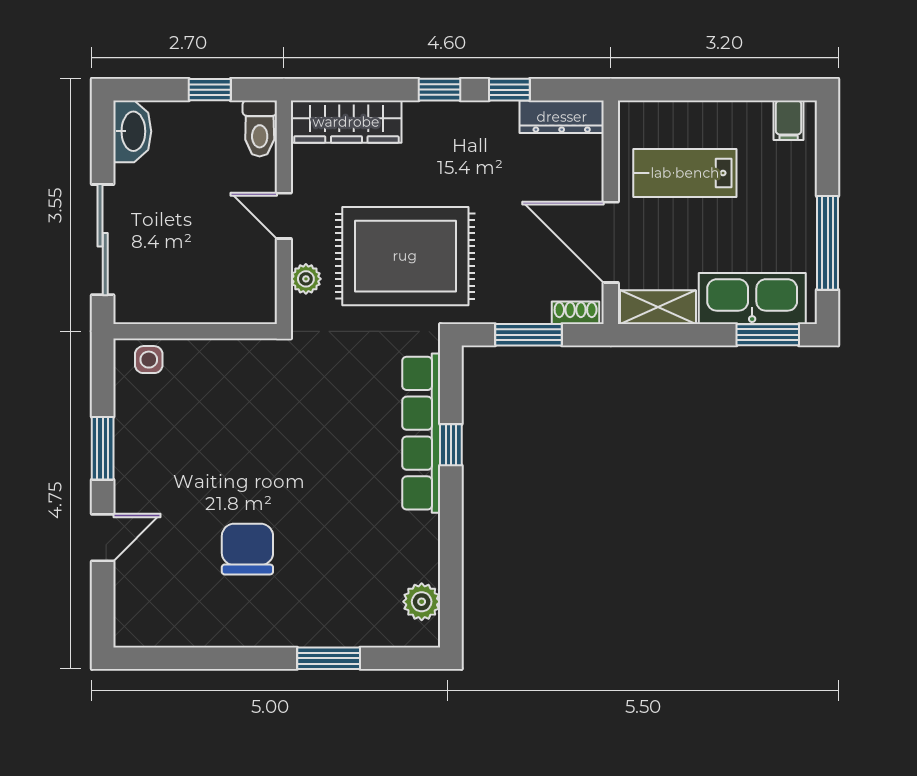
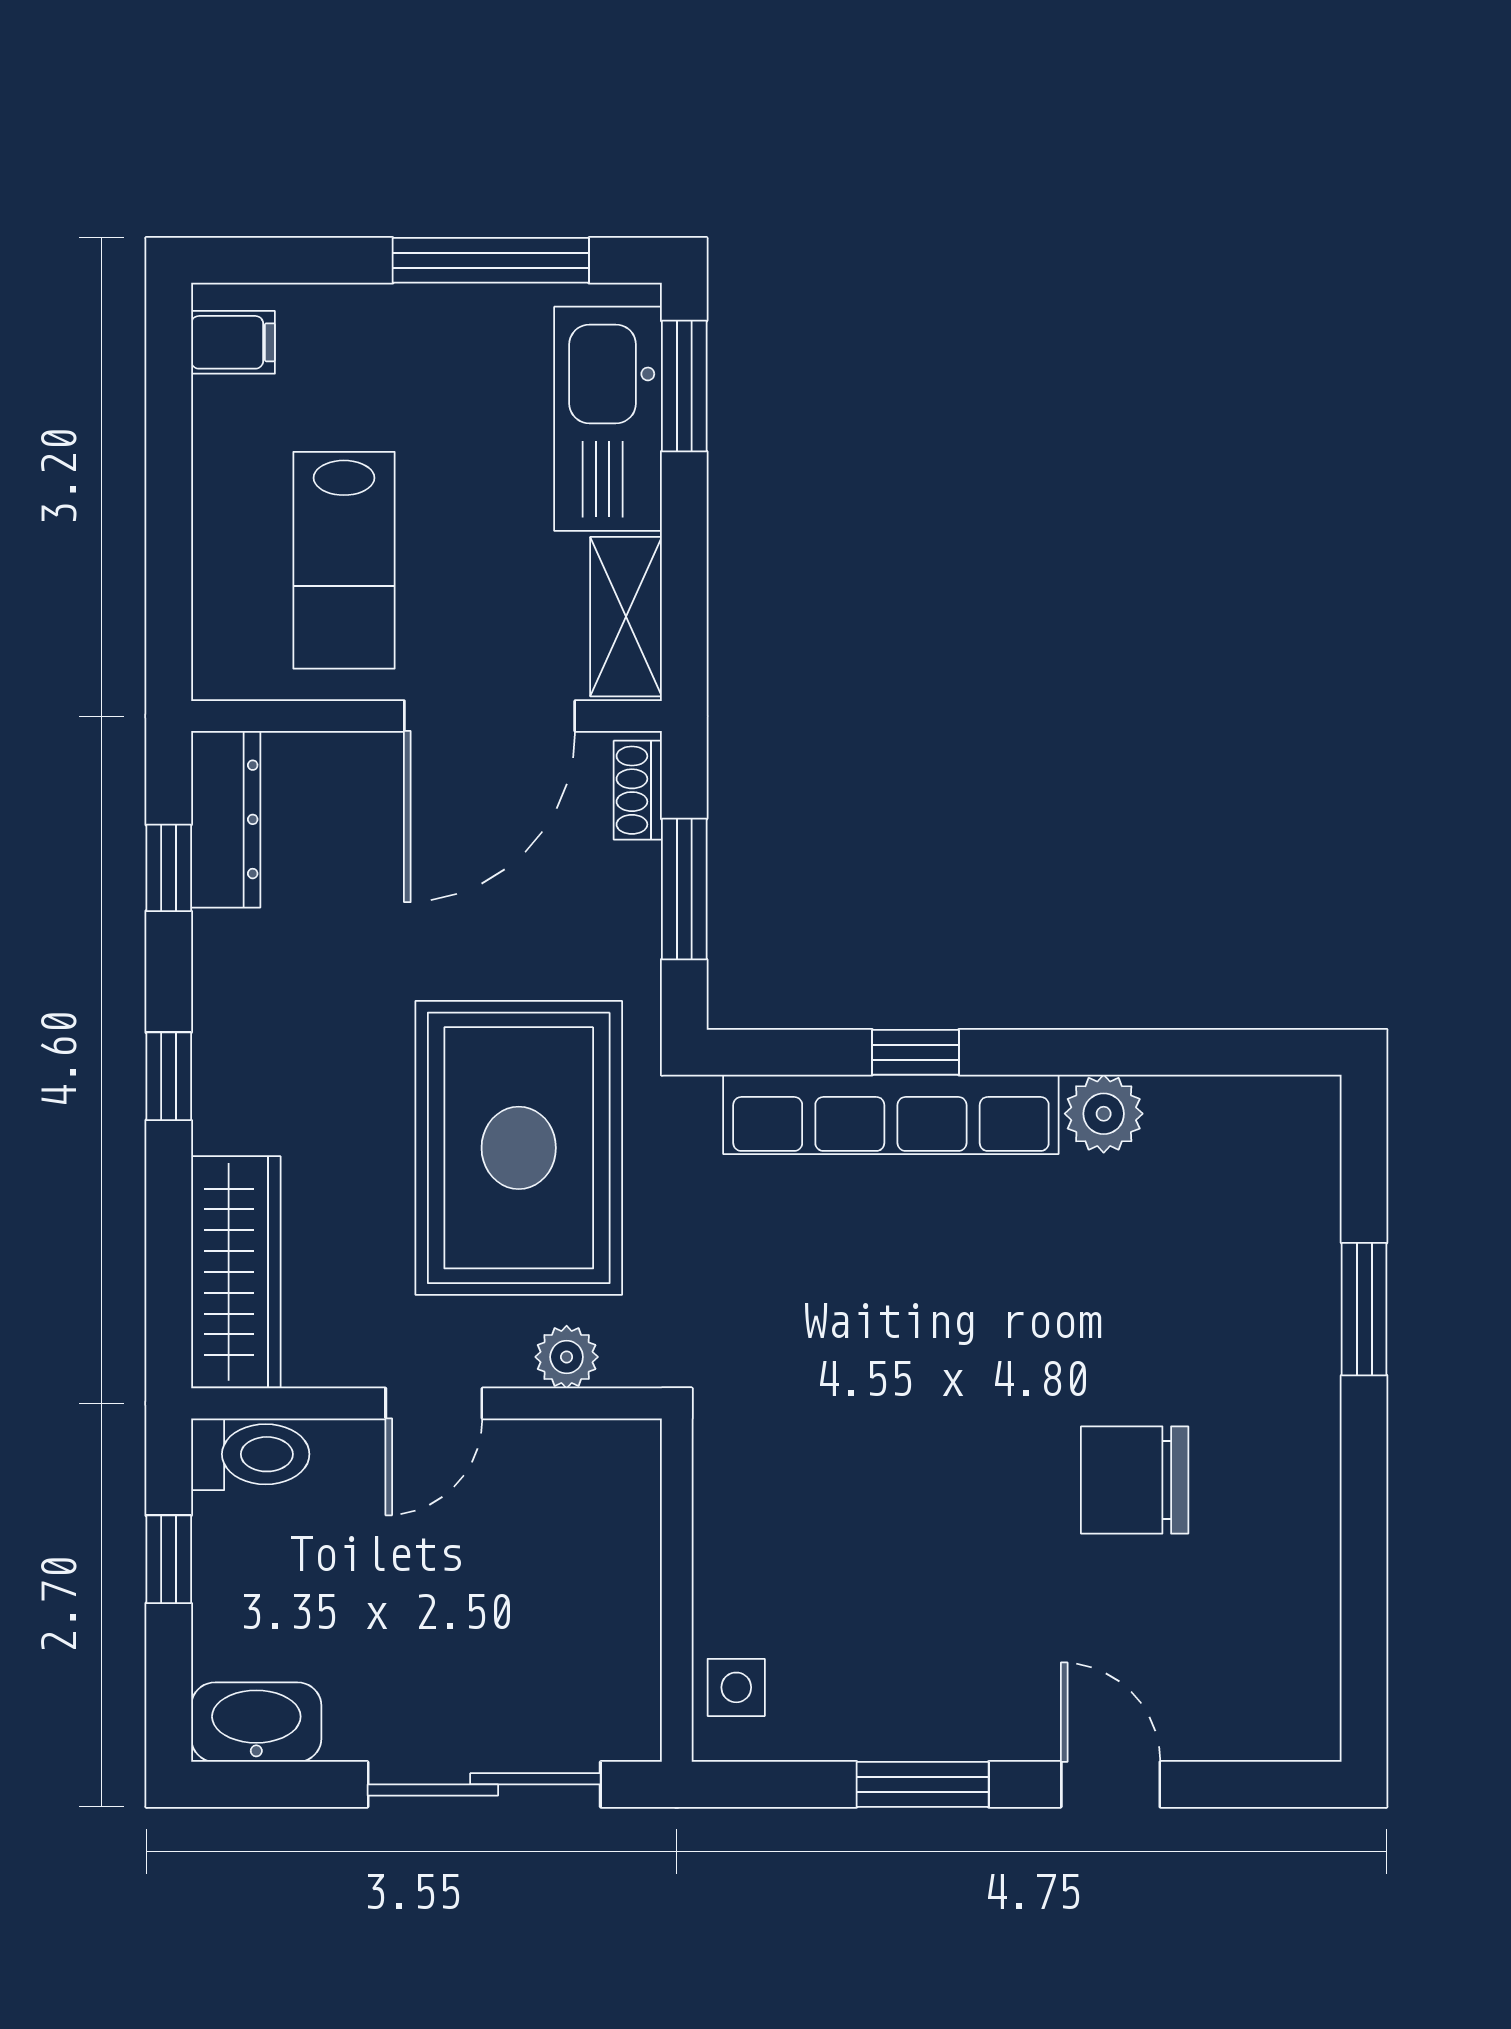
window: (509, 90) -> (169, 868), moved
plant: (422, 602) -> (1104, 1114), moved

